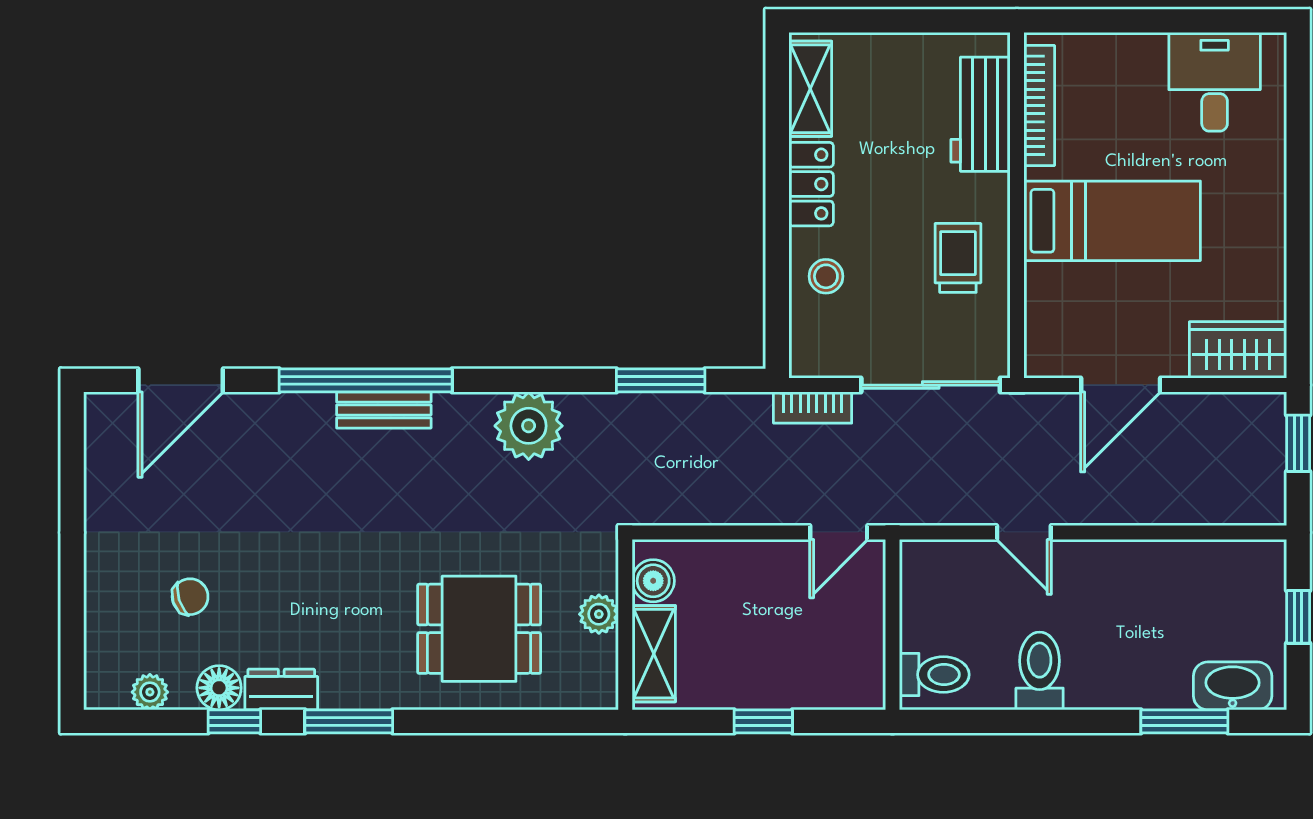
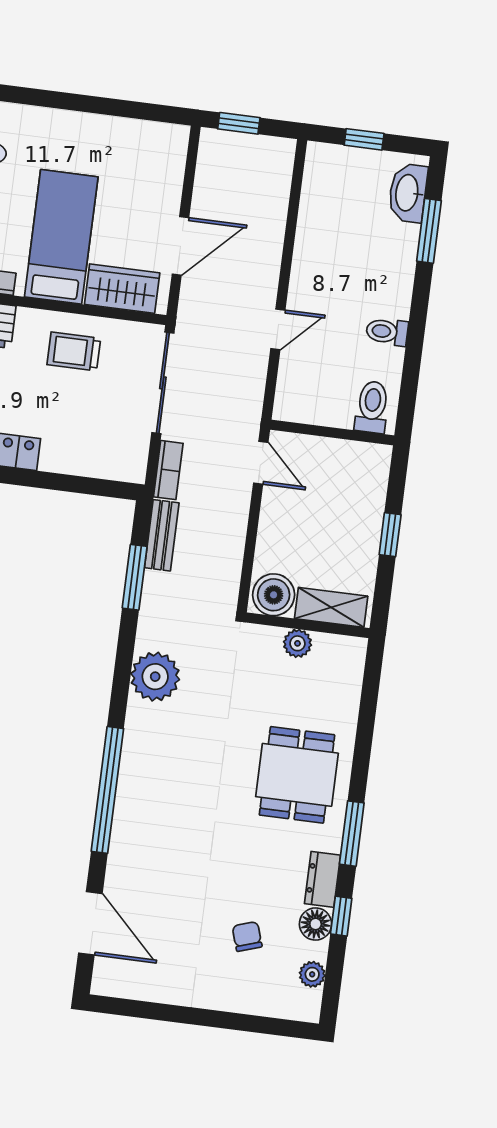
stool: (826, 276) -> (75, 448), removed
wardrobe: (1238, 350) -> (122, 289), moved, turned 90
door: (1121, 385) -> (180, 246), hinge flipped
bench: (384, 410) -> (162, 535), moved
boiler: (653, 581) -> (274, 595), width x1.36, depth x1.36
dining table: (479, 629) -> (297, 775), moved
toilet: (1040, 671) -> (387, 332), width x0.73, depth x0.72

